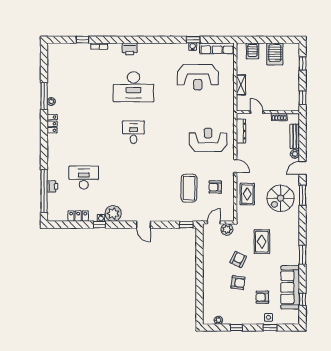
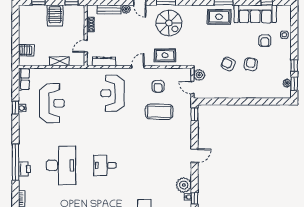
window: (137, 40) -> (15, 162), added
row of seats: (217, 48) -> (24, 79), width x0.68
server rack: (275, 54) -> (55, 16), moved, turned 90
rug: (262, 242) -> (219, 17), moved
window: (270, 328) -> (294, 84), moved

